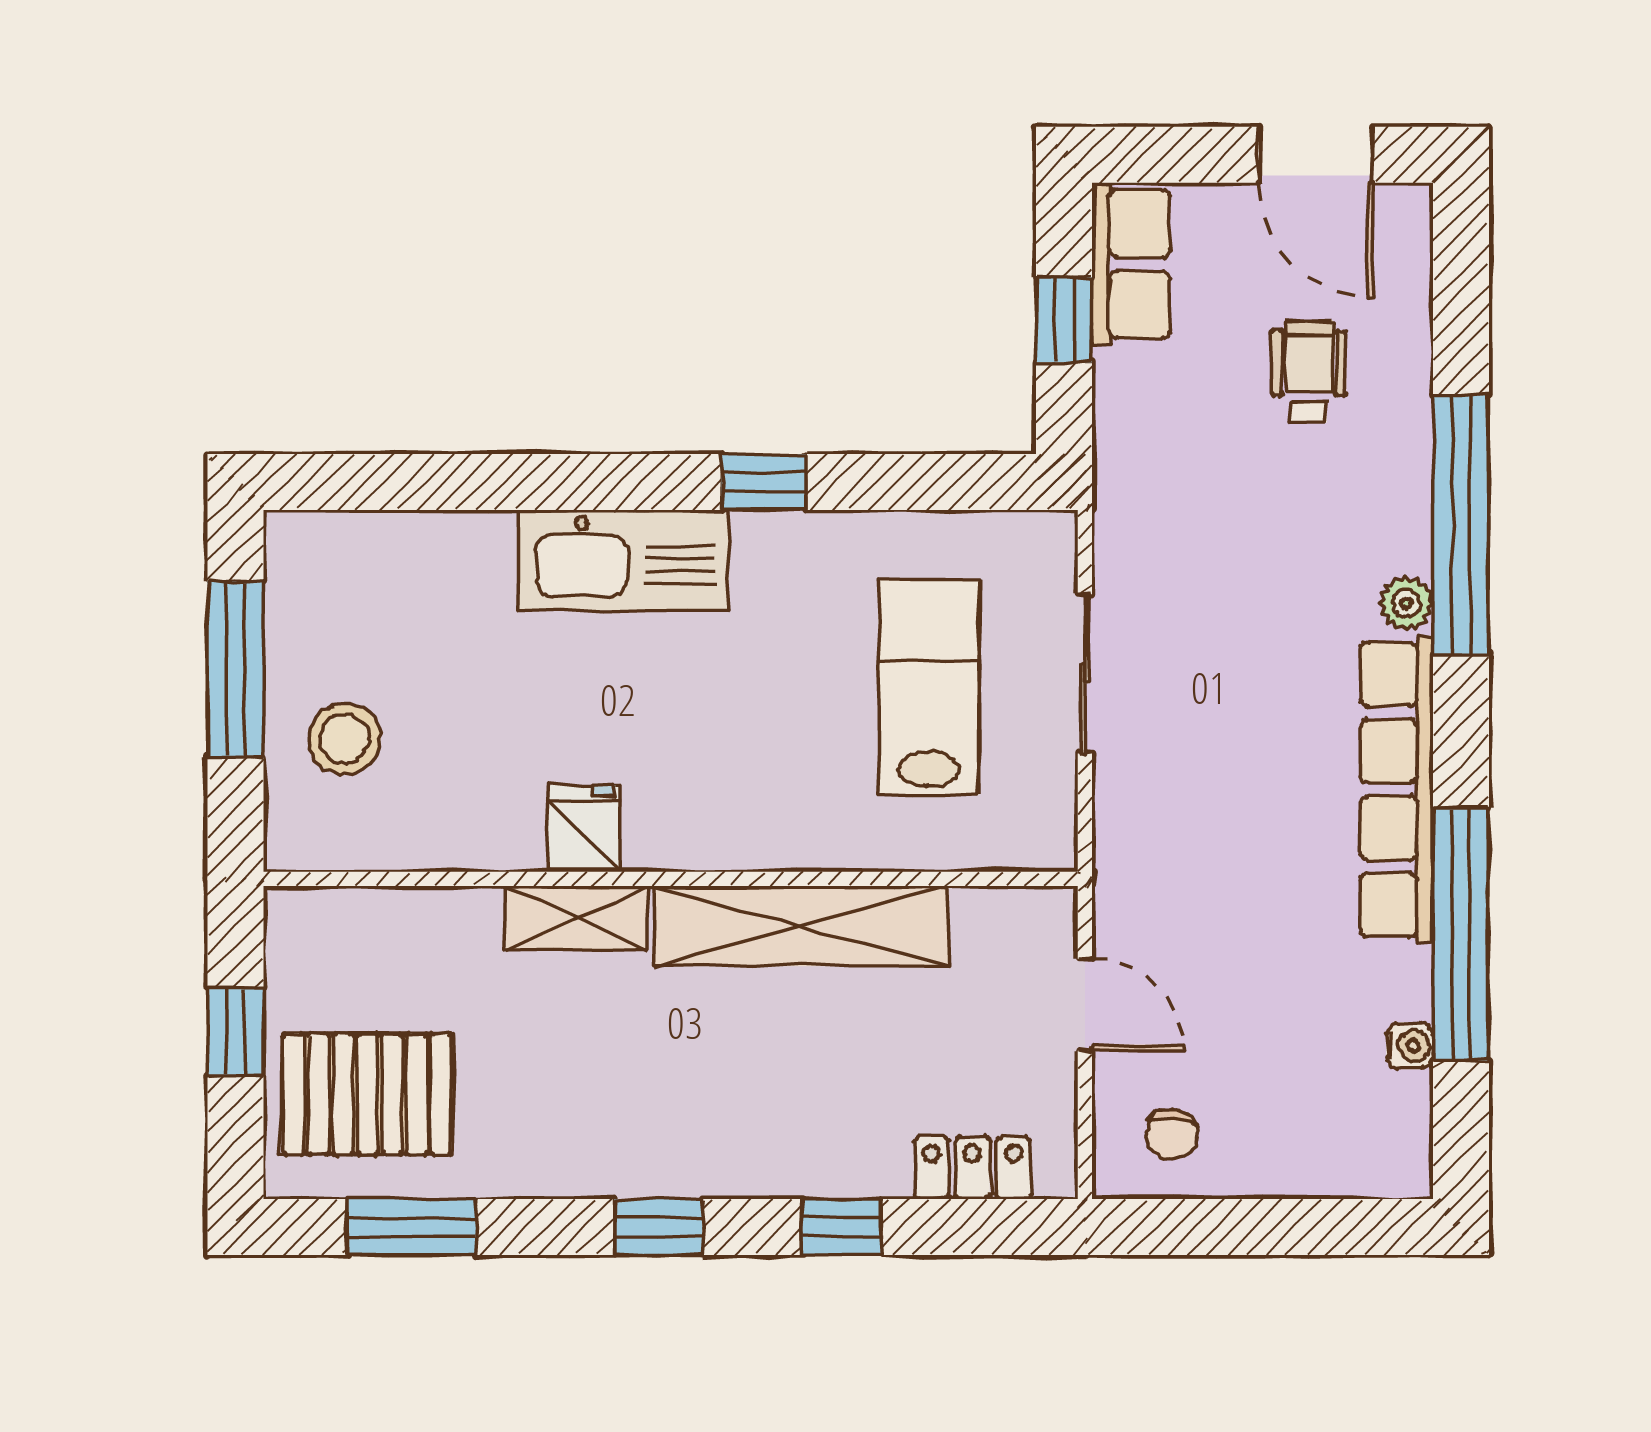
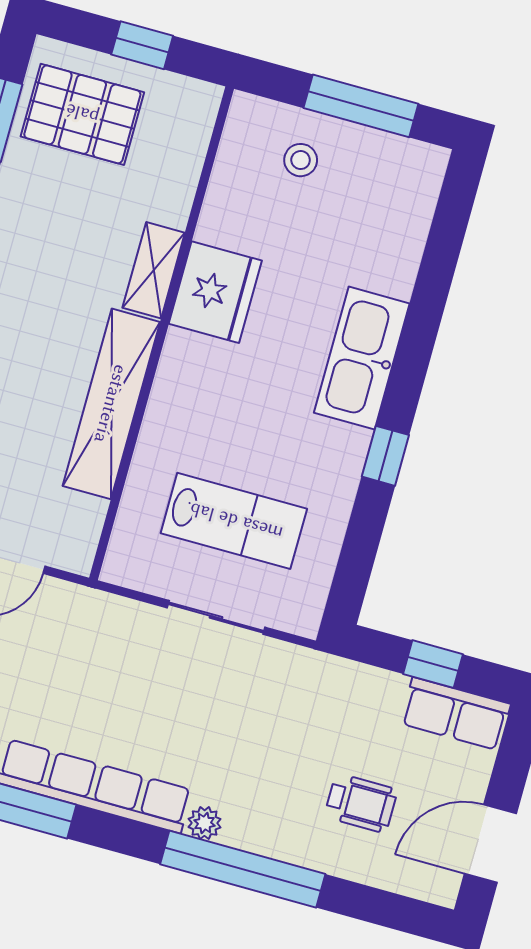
stool: (345, 739) -> (301, 160), width x0.73, depth x0.73
fridge: (584, 828) -> (215, 292), width x1.88, depth x1.34
pallet: (368, 1094) -> (82, 114), turned 90

